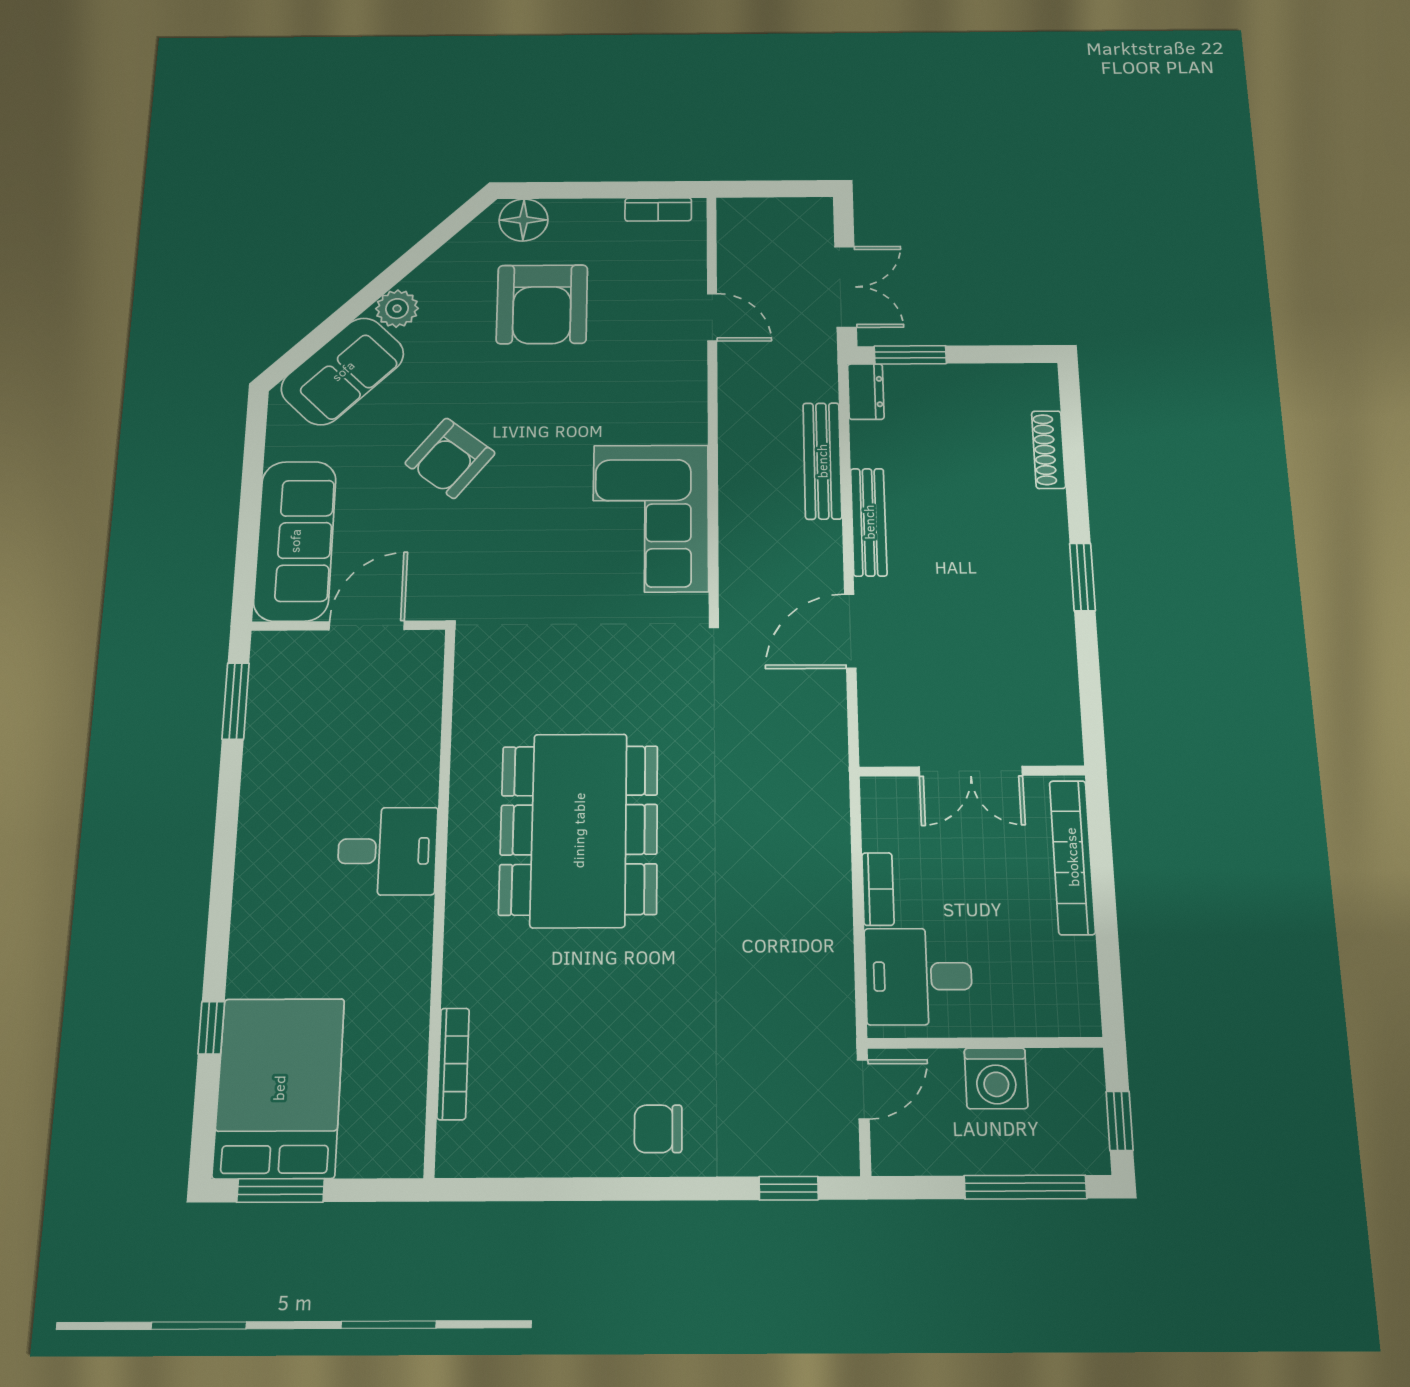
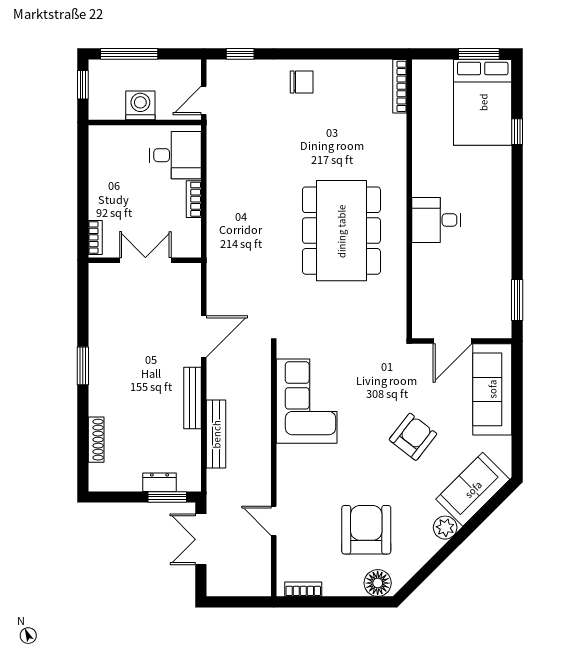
dresser: (866, 392) -> (160, 482), moved, turned 90
bookcase: (1072, 857) -> (95, 237), width x0.43, depth x0.76
bookcase: (453, 1064) -> (400, 86), moved

